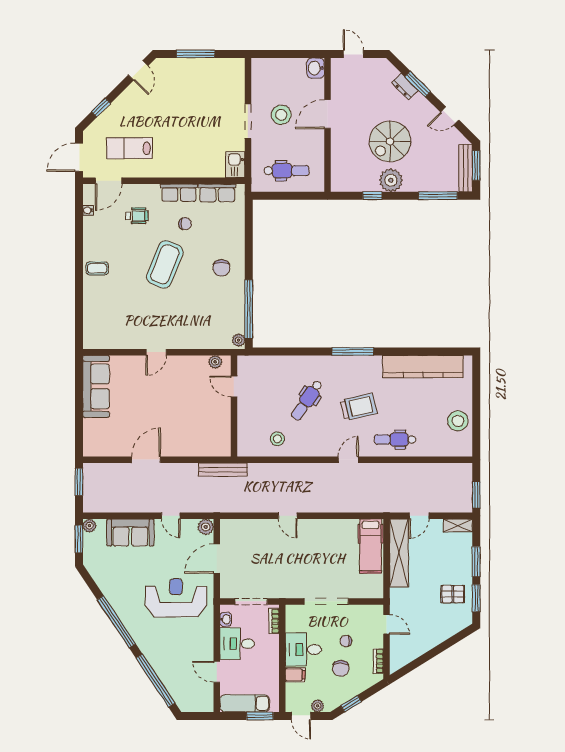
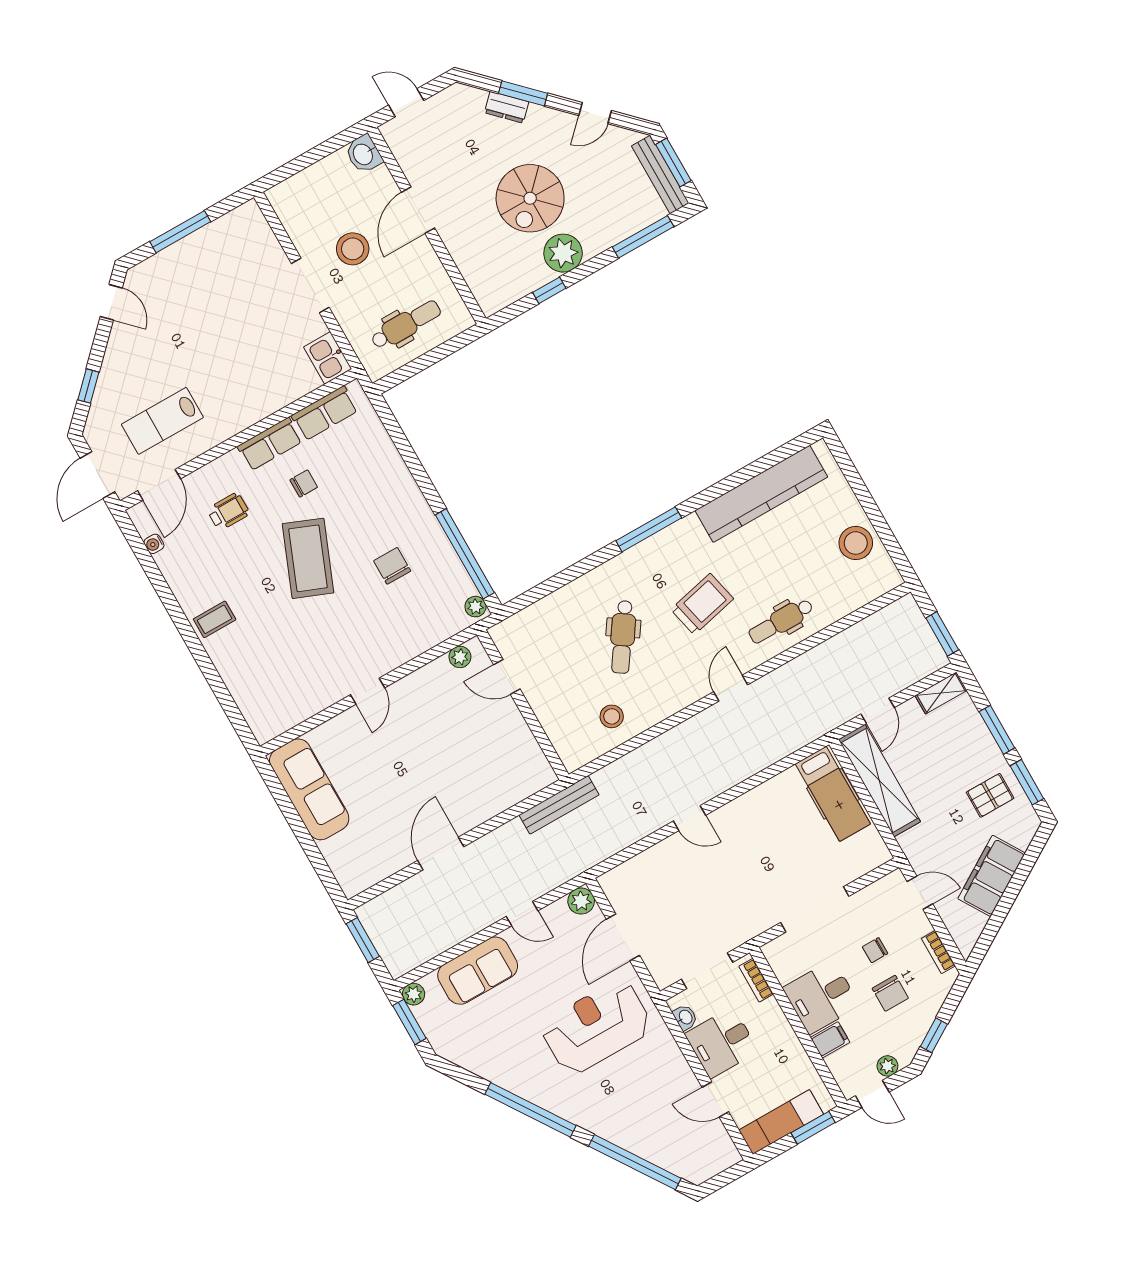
chair: (221, 268) -> (392, 566), moved, turned 180
filing cabinet: (429, 637) -> (992, 876), added

